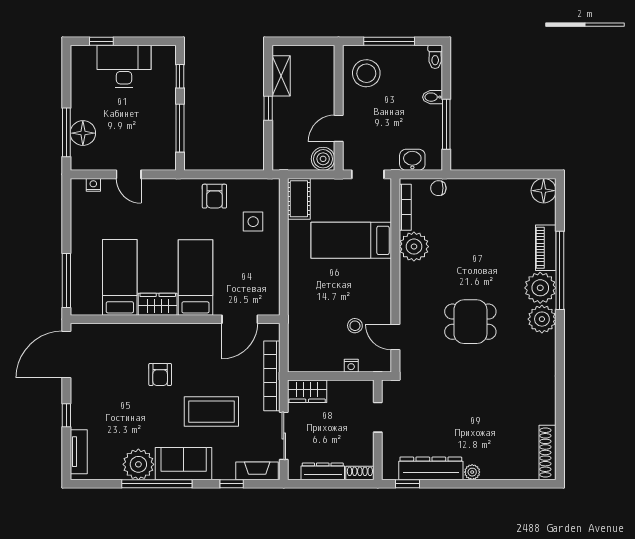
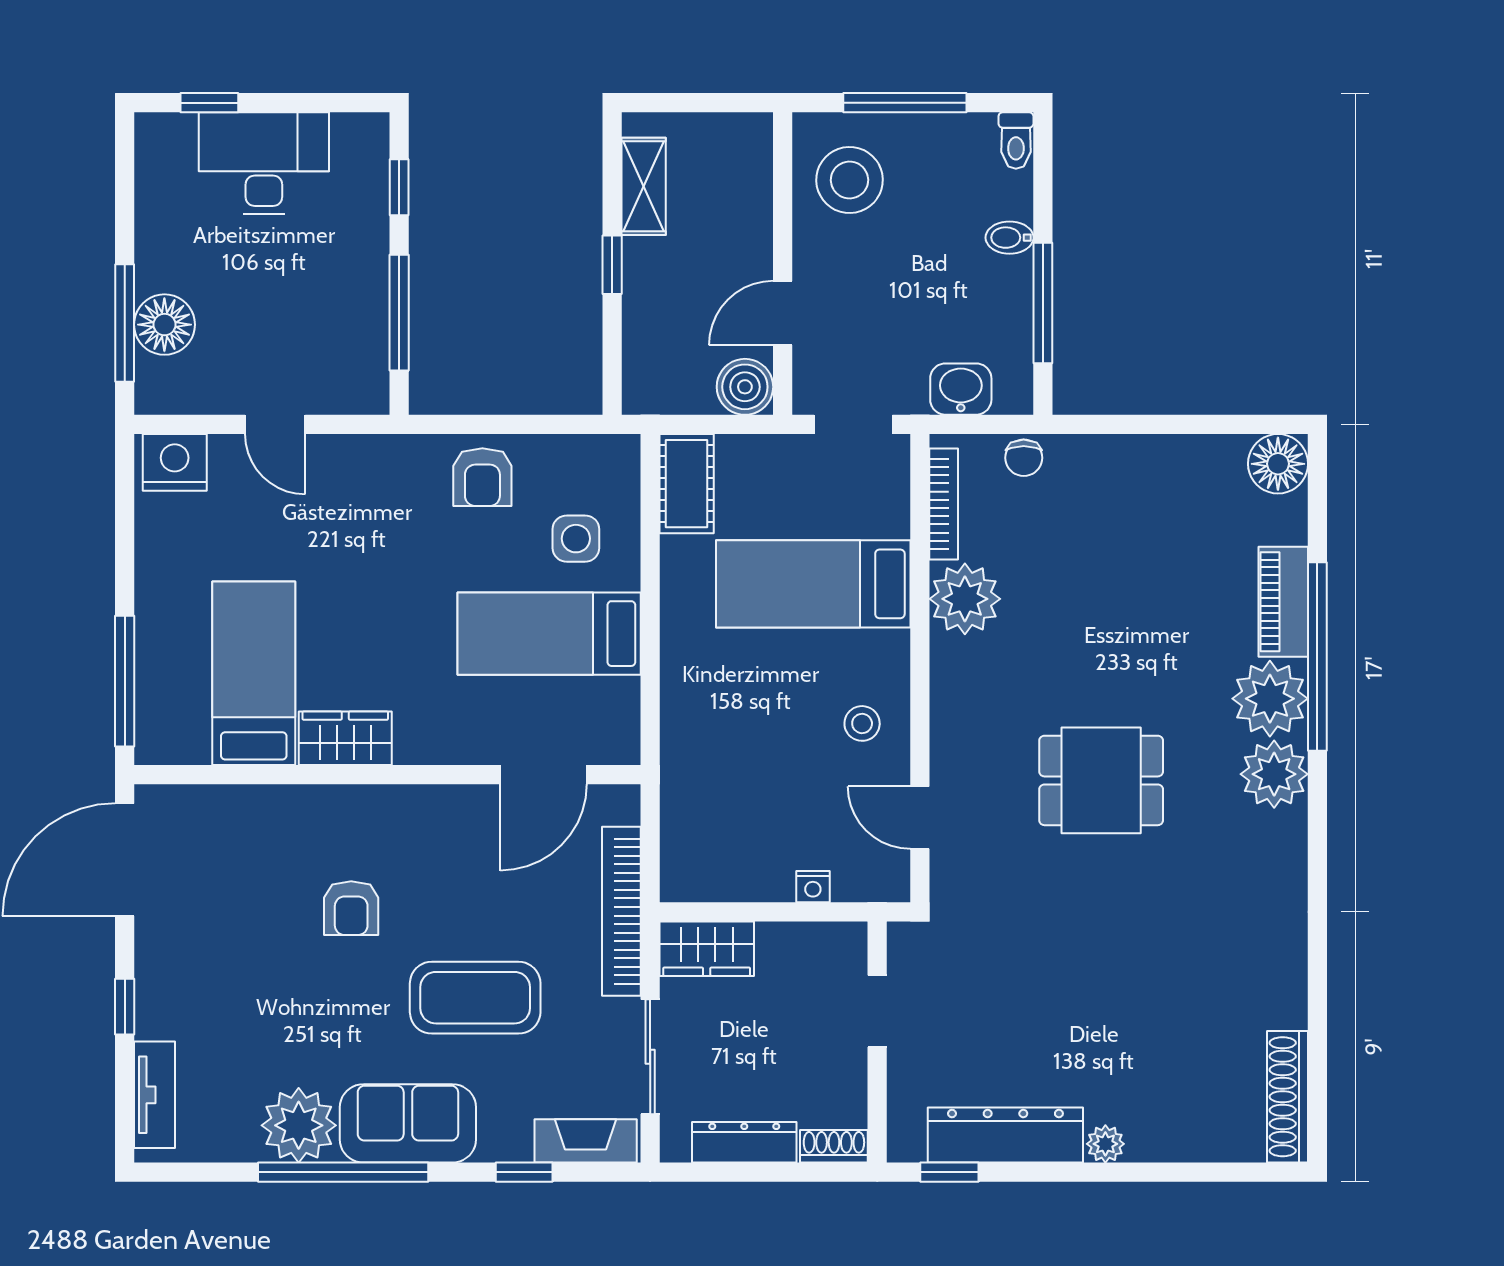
nightstand: (93, 185) -> (175, 462), width x1.89, depth x1.79
chair: (438, 188) -> (1024, 458), turned -90
bed: (195, 277) -> (549, 634), moved, turned -90
stool: (355, 326) -> (862, 723), moved

